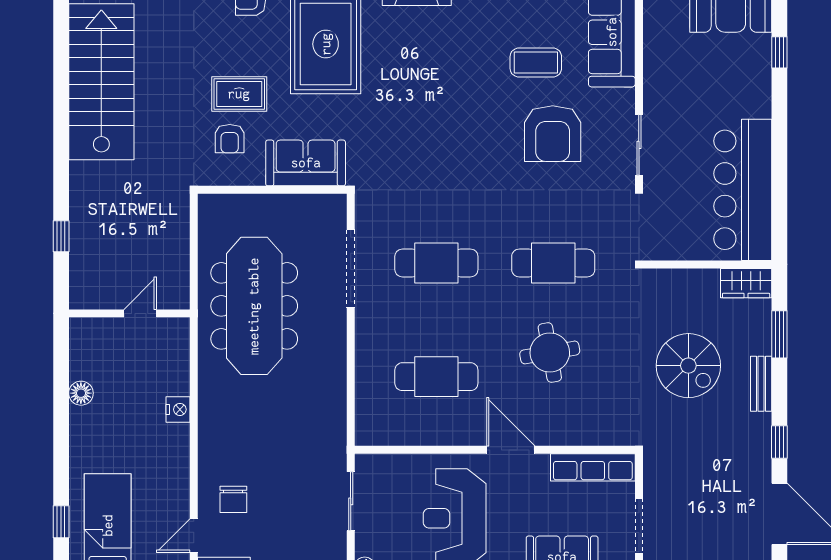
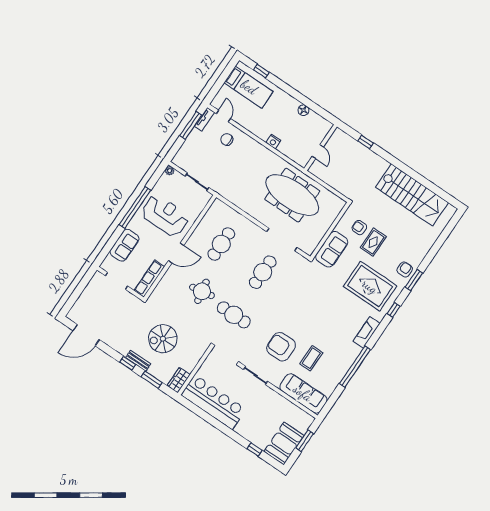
cafe table: (553, 263) -> (234, 315), turned 90
window: (779, 442) -> (128, 363), moved

